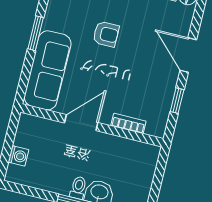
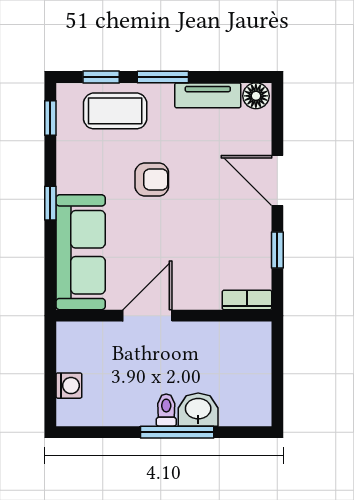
window: (36, 33) -> (50, 203), width x0.67
bookcase: (128, 123) -> (247, 300), moved

